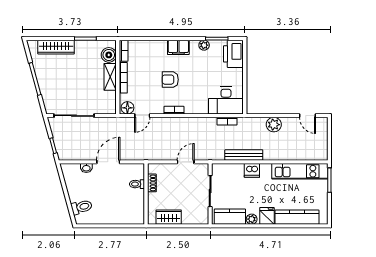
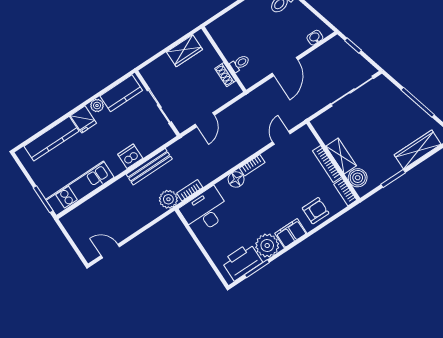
plant: (204, 45) -> (267, 245), width x1.88, depth x1.88
printer: (233, 54) -> (242, 262), moved, turned -90
armchair: (170, 80) -> (316, 211), moved
floor lamp: (127, 108) -> (236, 179), moved
plant: (274, 125) -> (168, 199), moved
washbasin: (86, 168) -> (315, 38), moved

